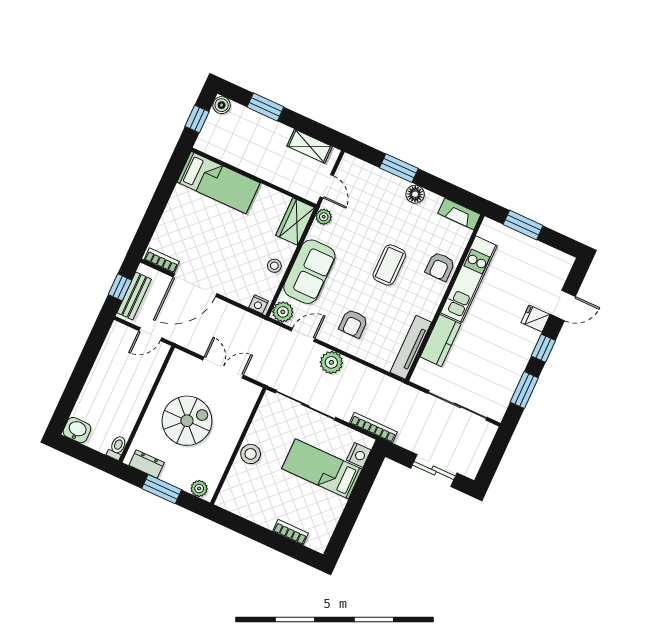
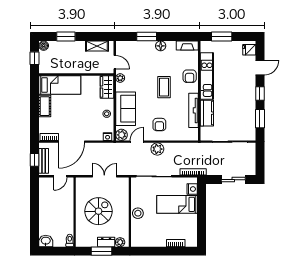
cot: (178, 206) -> (45, 106), added
fridge: (536, 319) -> (249, 50), moved
tv unit: (411, 347) -> (194, 110), moved
dresser: (147, 464) -> (106, 242), moved

